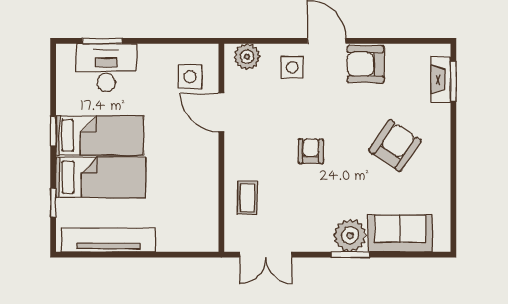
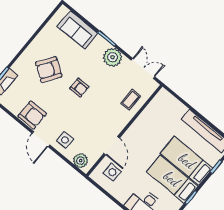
armchair: (311, 151) -> (79, 88), moved, turned -90
plant: (350, 235) -> (113, 57), moved

